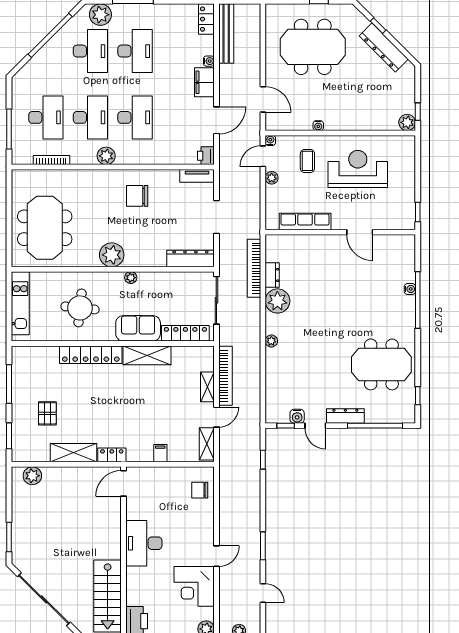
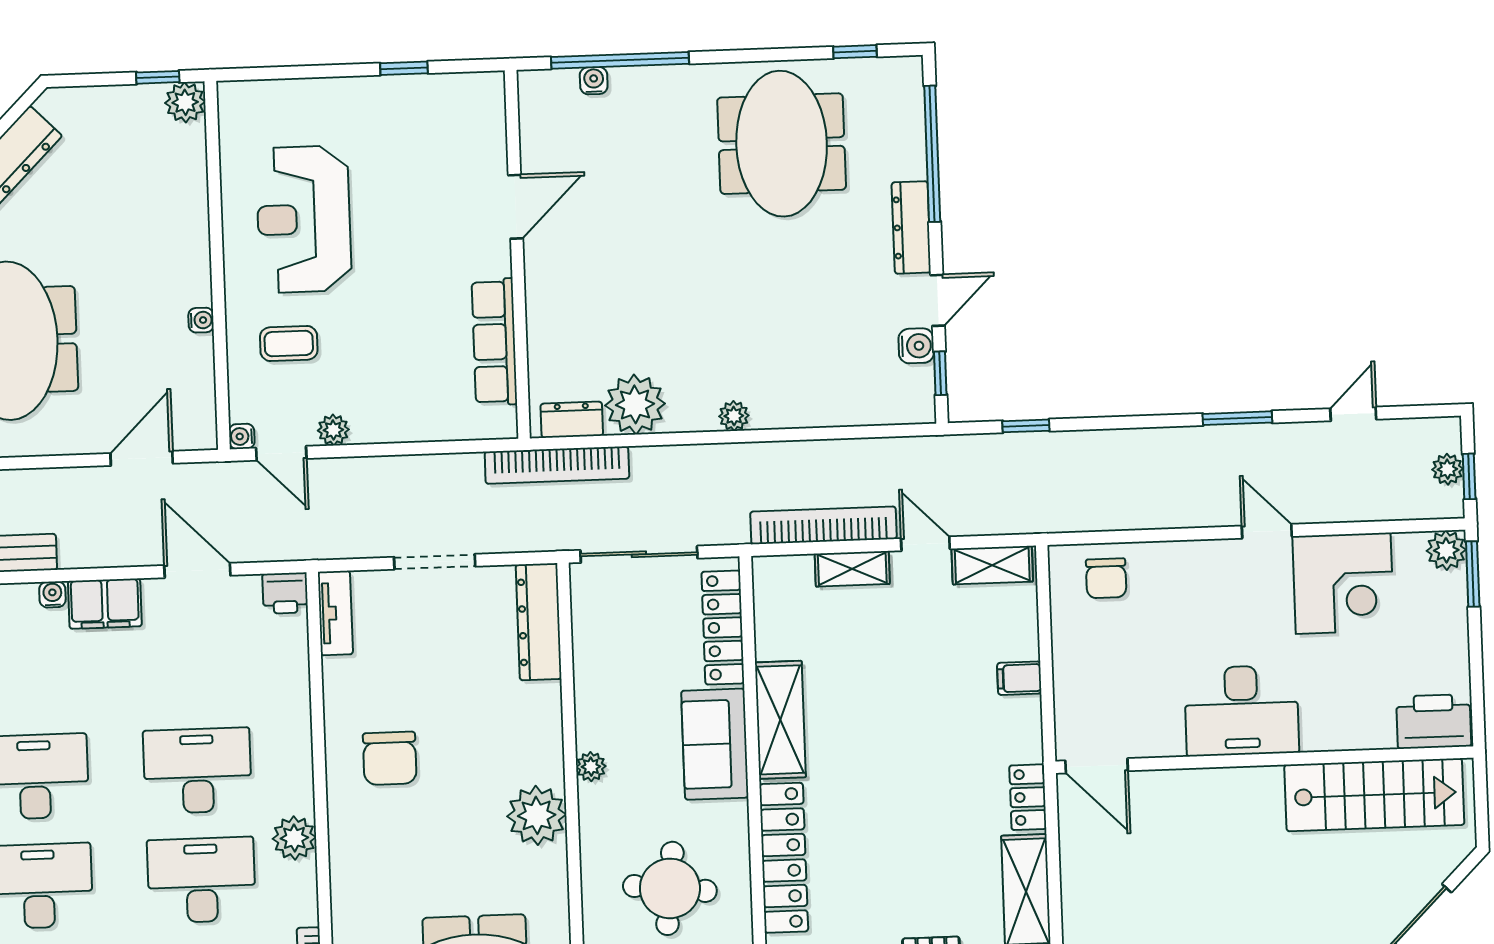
row of seats: (305, 221) -> (494, 342), moved
wall: (340, 232) -> (517, 254), moved
door: (360, 232) -> (516, 207), moved

